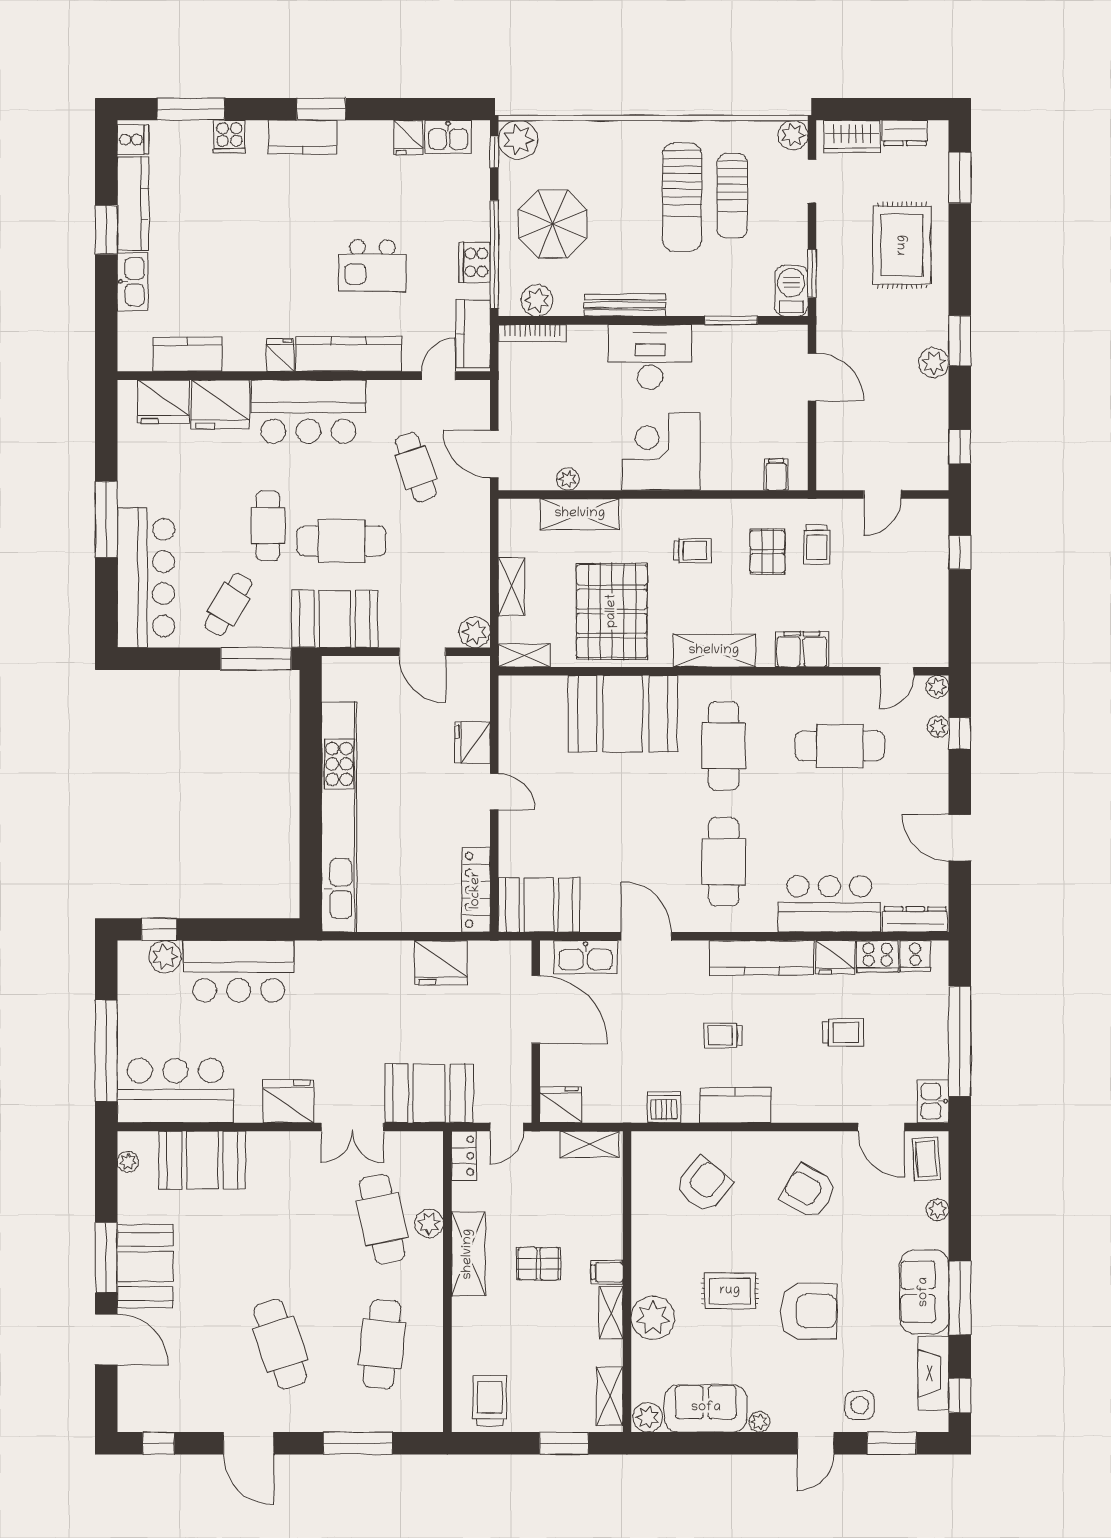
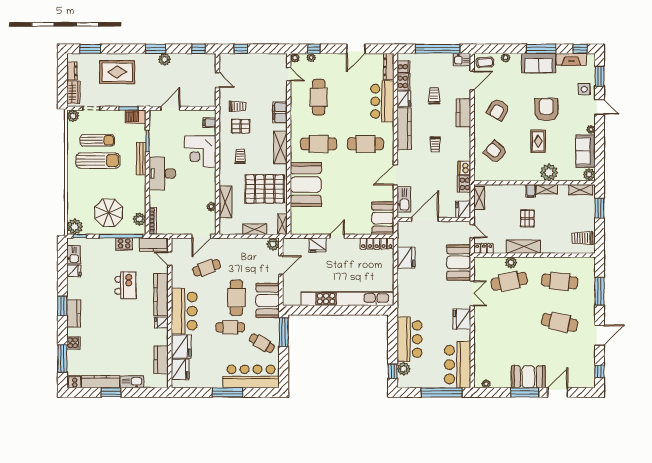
bench: (625, 305) -> (141, 159), moved
corner desk: (661, 451) -> (200, 151), moved
kitchen counter: (735, 1105) -> (463, 113), moved
cooker: (624, 1107) -> (464, 184), added
booth: (202, 1160) -> (485, 354), removed
cafe table: (280, 1344) -> (560, 322), turned 30

